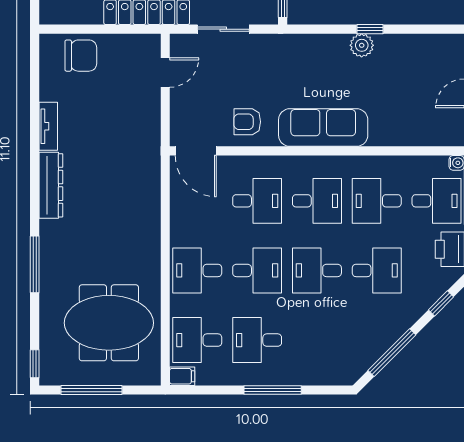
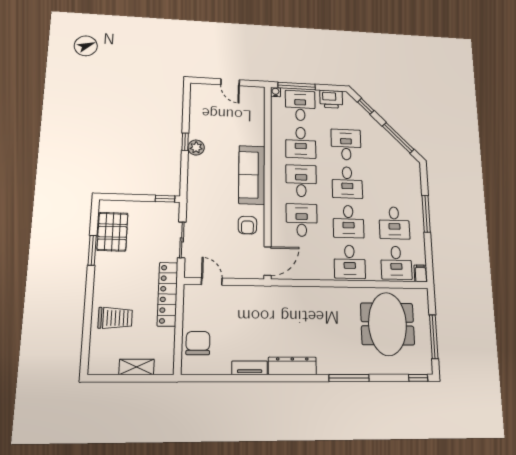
desk: (257, 270) -> (348, 221), turned 180

